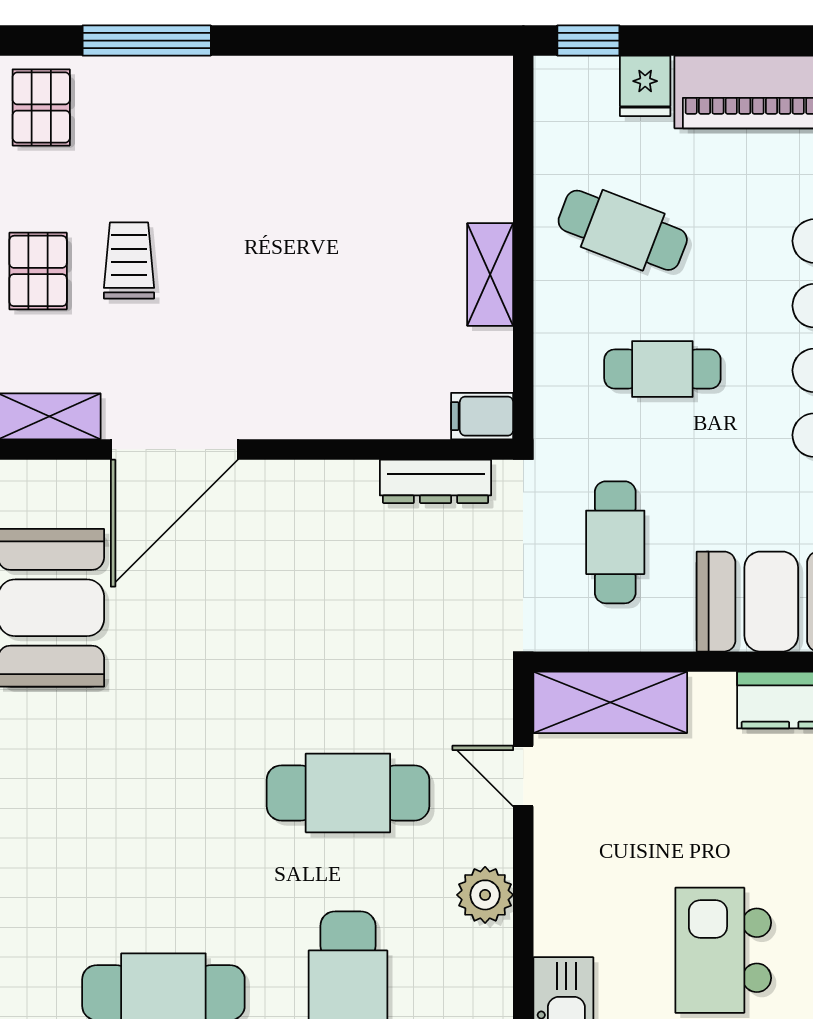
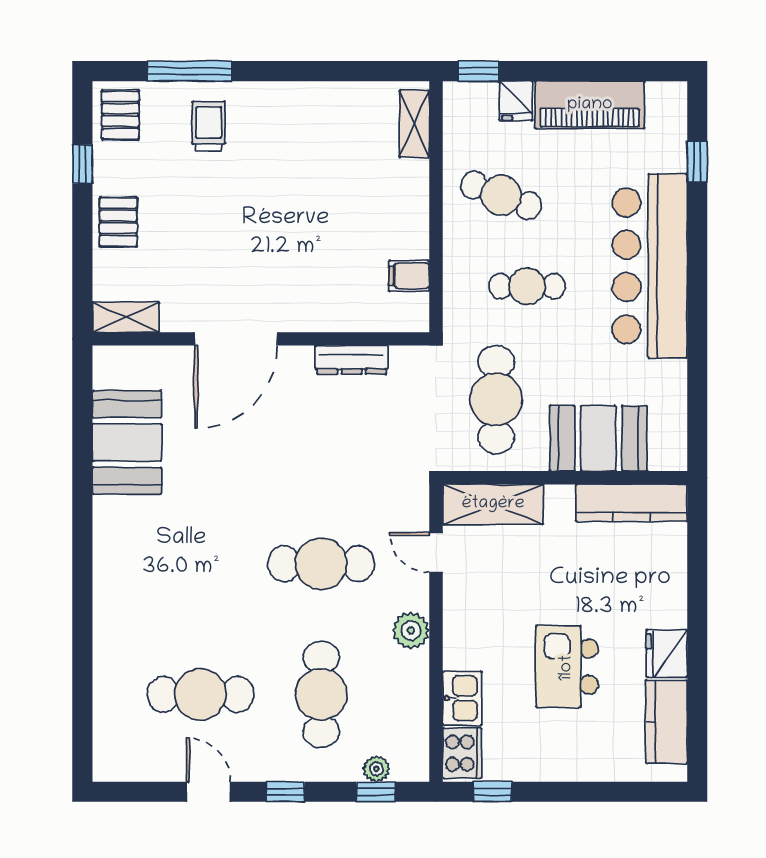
trolley: (129, 260) -> (209, 126), moved
shelving: (490, 274) -> (414, 124), moved
filing cabinet: (482, 416) -> (409, 276), moved
door: (174, 450) -> (236, 339), moved
dresser: (436, 481) -> (352, 360), moved
cafe table: (615, 542) -> (496, 400), width x1.37, depth x1.35

